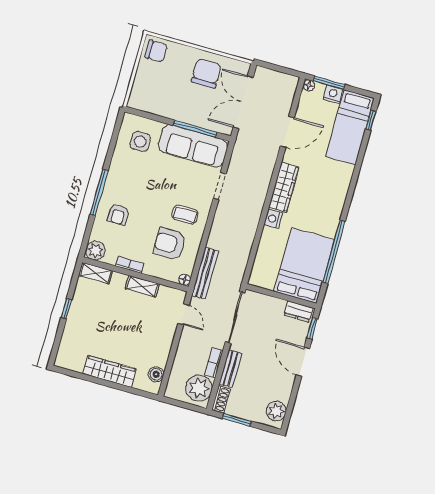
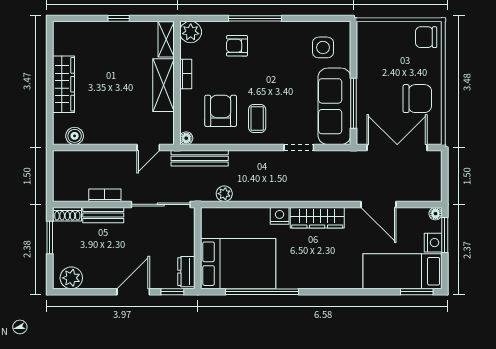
chair: (156, 51) -> (426, 37), turned 90
window: (371, 120) -> (417, 292), width x1.50
shelving: (142, 286) -> (163, 85), width x1.50, depth x1.33
plant: (199, 388) -> (224, 194), moved, width x0.53, depth x0.53

